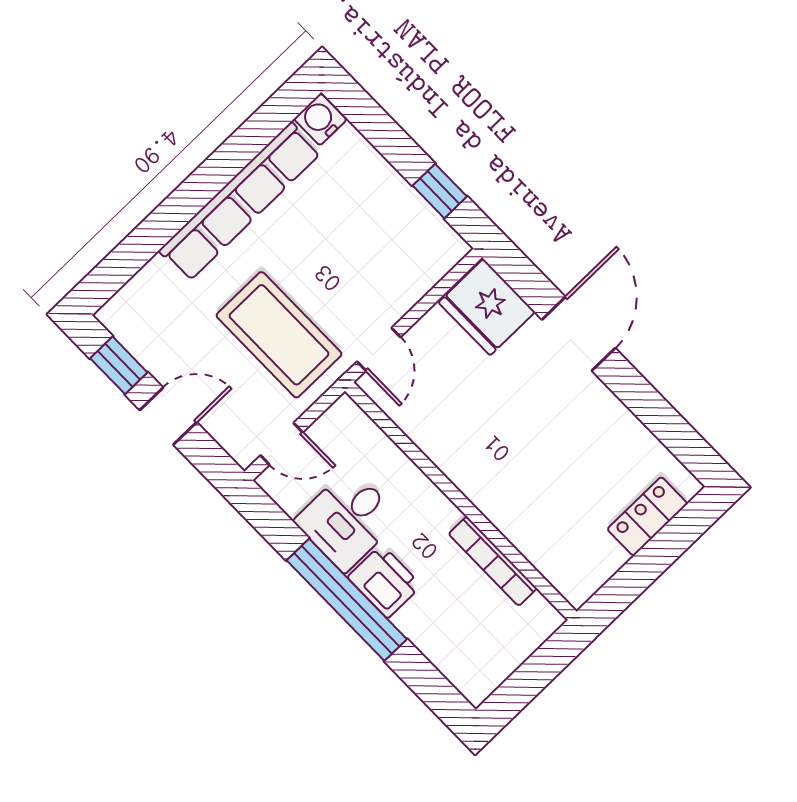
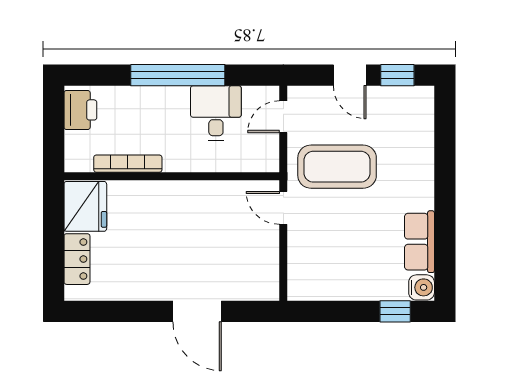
window: (440, 191) -> (395, 311), moved
row of seats: (240, 202) -> (419, 242), width x0.50
fridge: (487, 307) -> (85, 206), moved, turned 90
door: (168, 416) -> (350, 75), hinge flipped
printer: (385, 581) -> (80, 110), moved, turned -90

